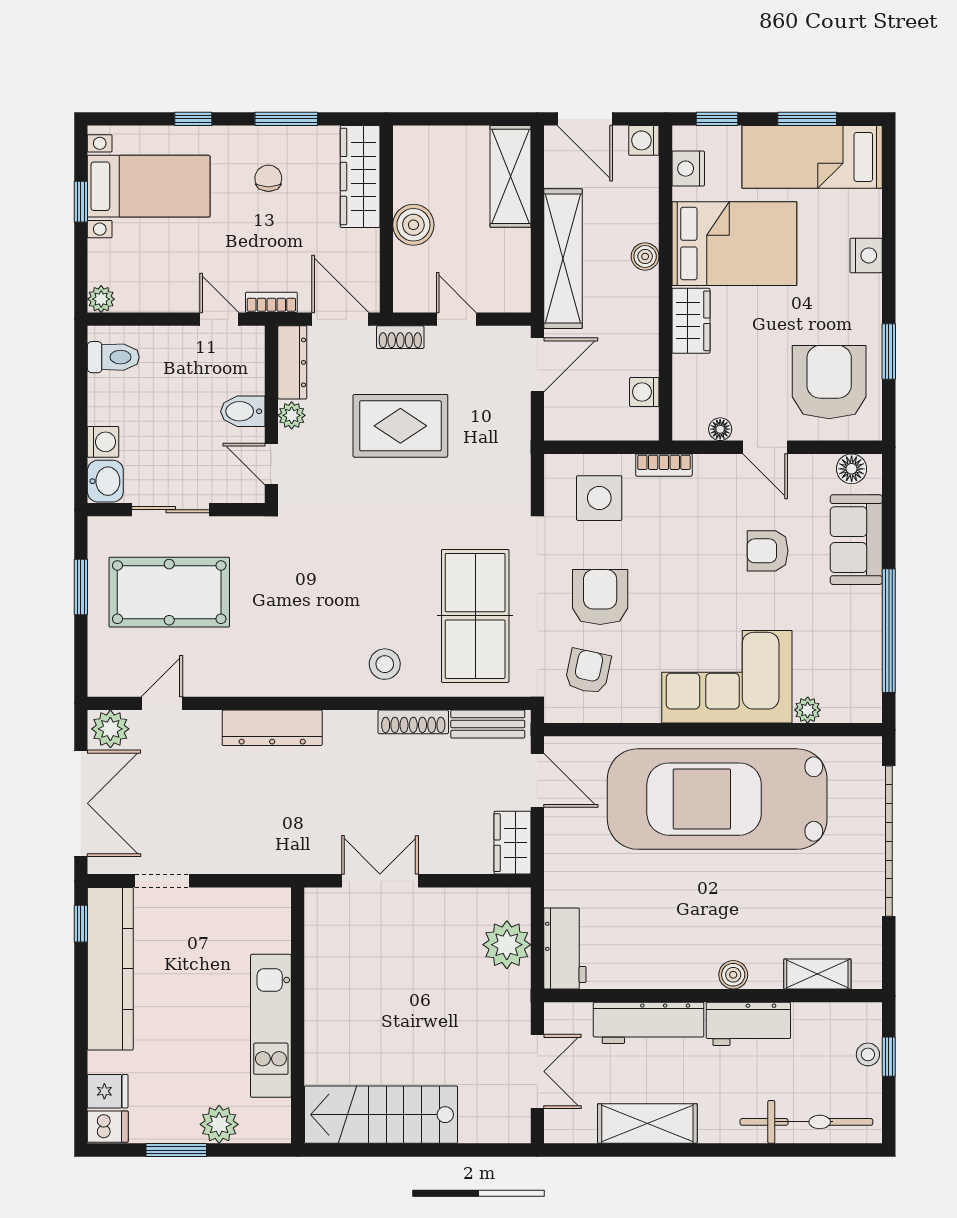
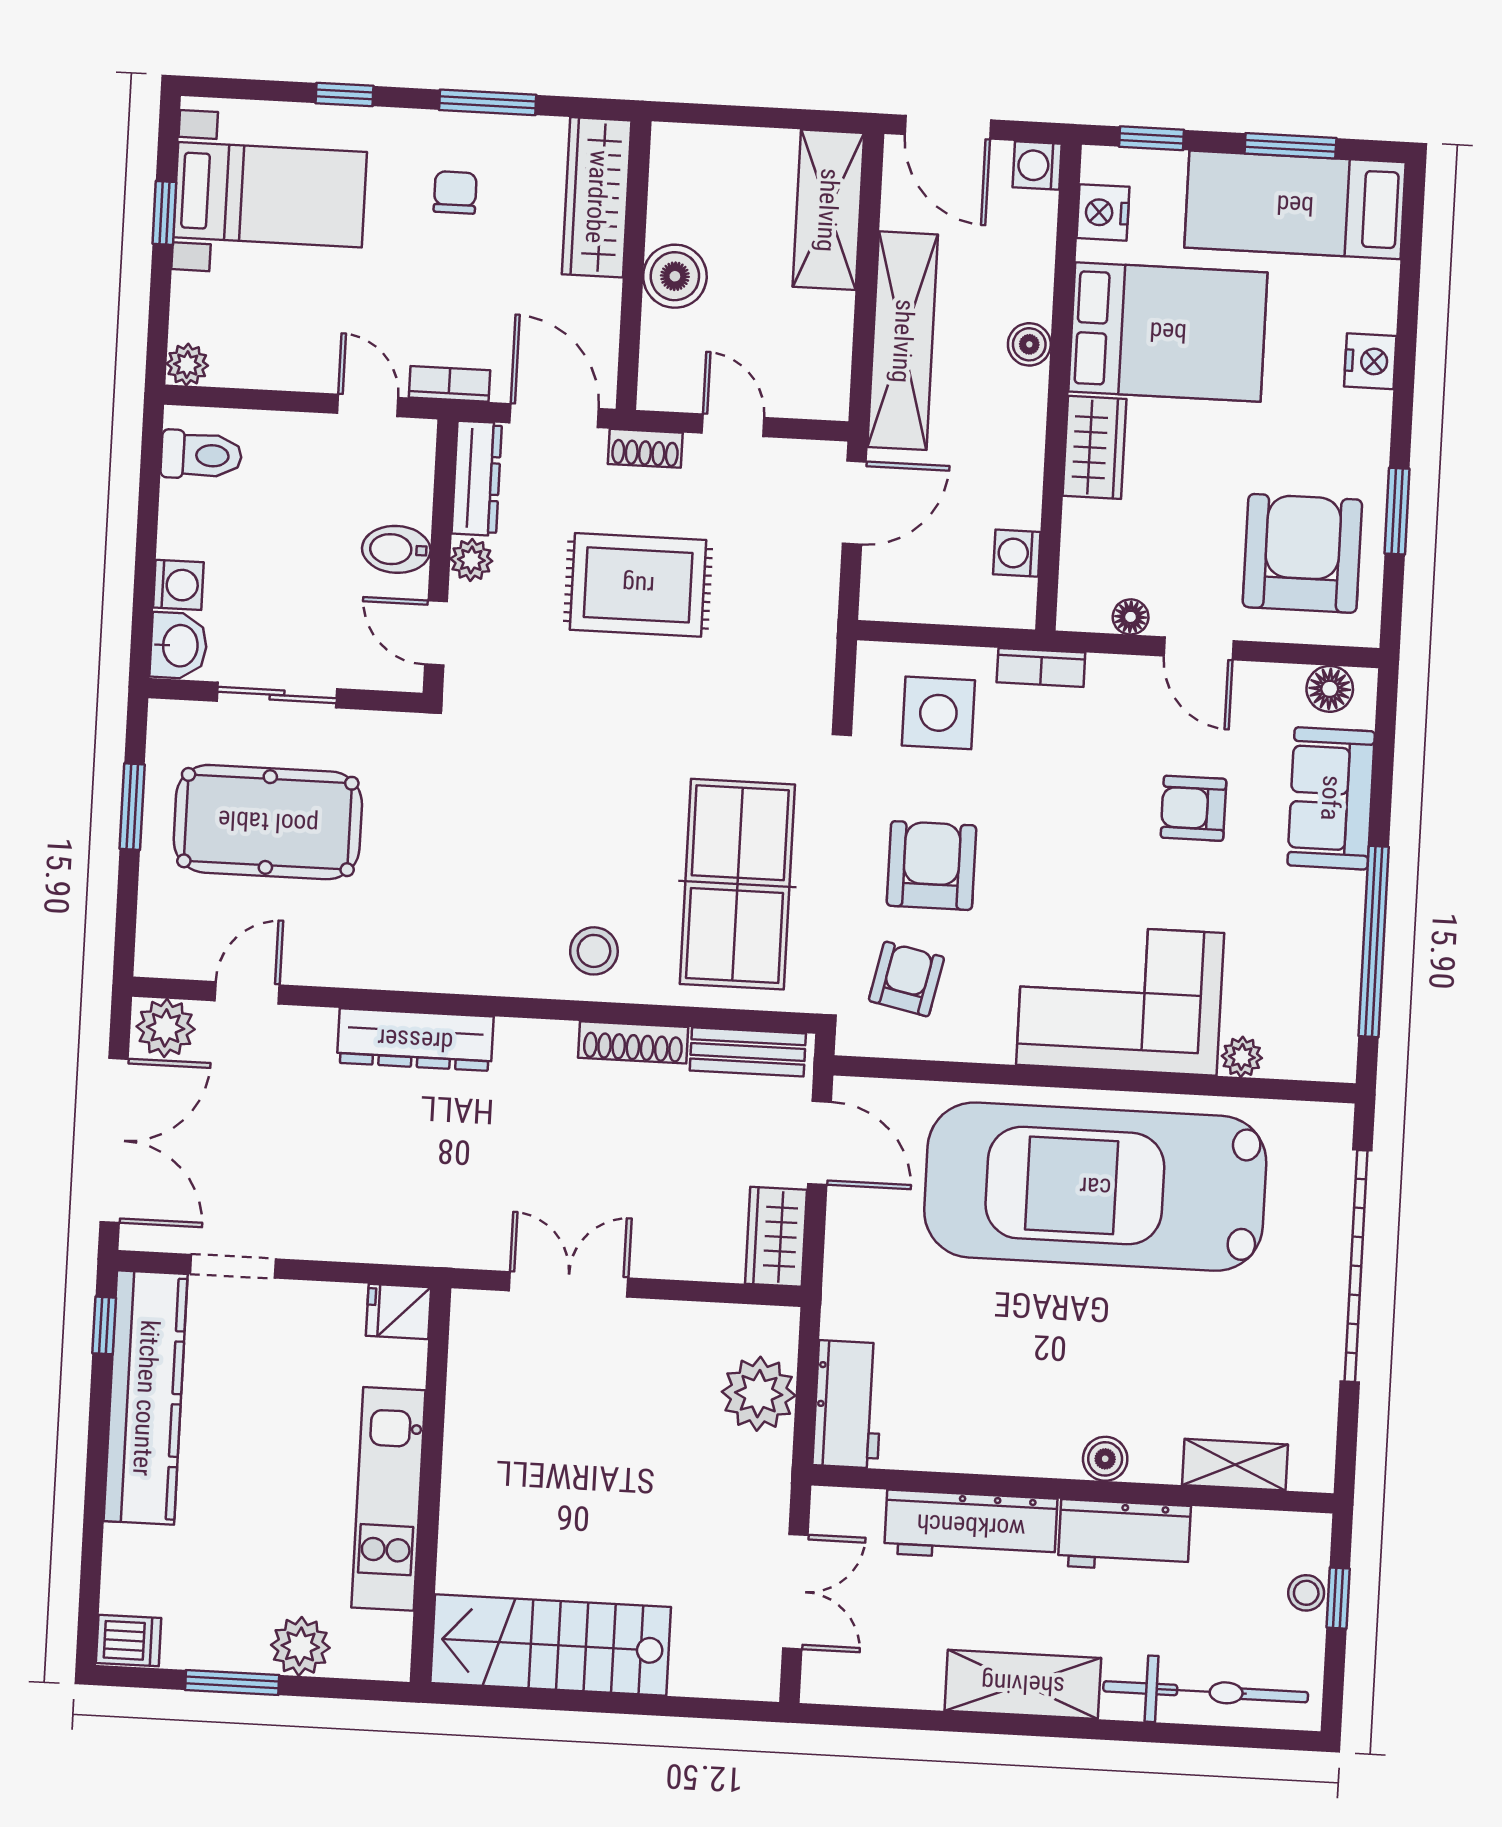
fridge: (108, 1091) -> (399, 1312), moved, turned 180
shelving: (647, 1124) -> (1023, 1684), moved

